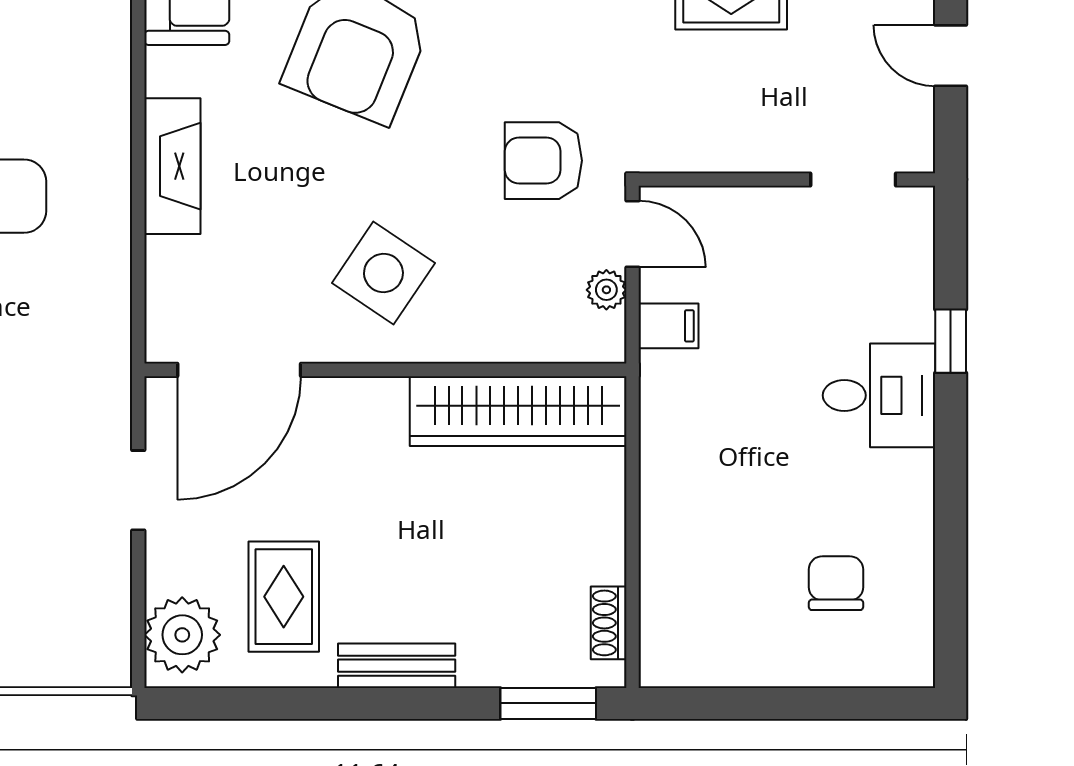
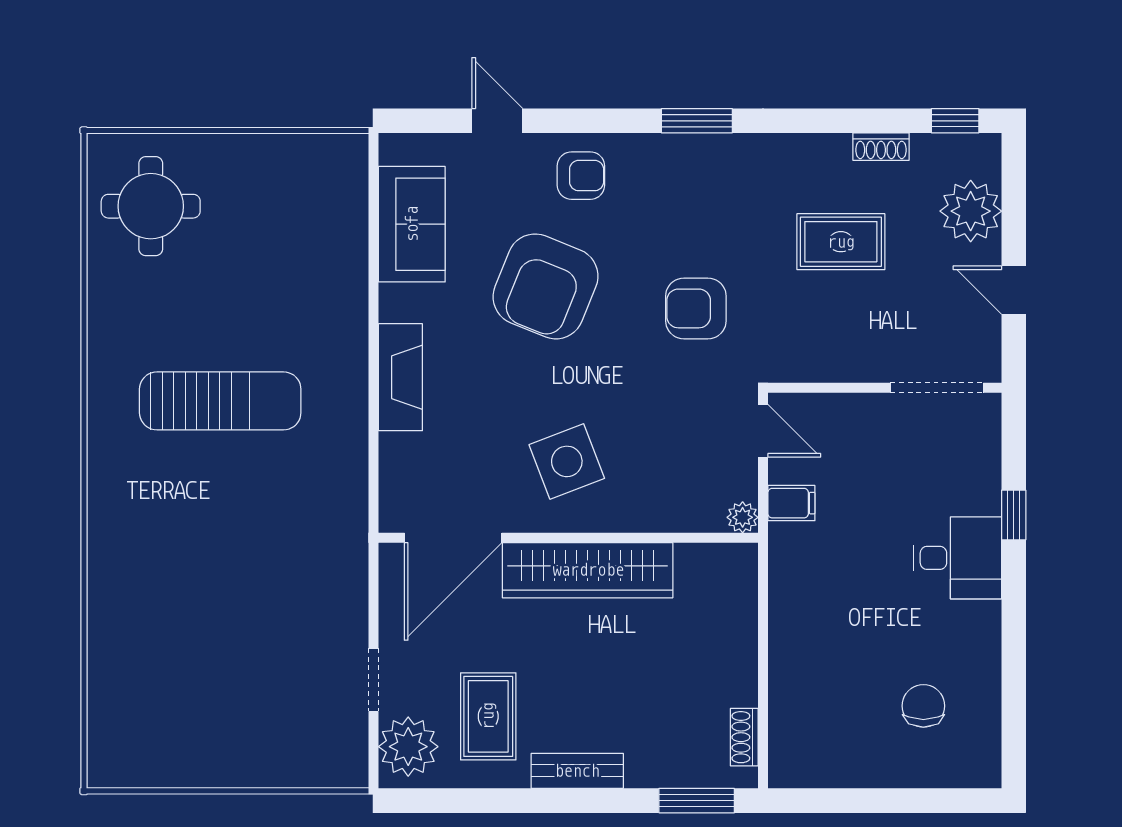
armchair: (543, 161) -> (696, 308), moved
doorway: (853, 179) -> (937, 388), width x1.38
side table: (383, 273) -> (567, 461), turned 35
plant: (606, 290) -> (743, 517), moved
wardrobe: (518, 411) -> (588, 570), moved
doorway: (138, 490) -> (374, 680), moved

